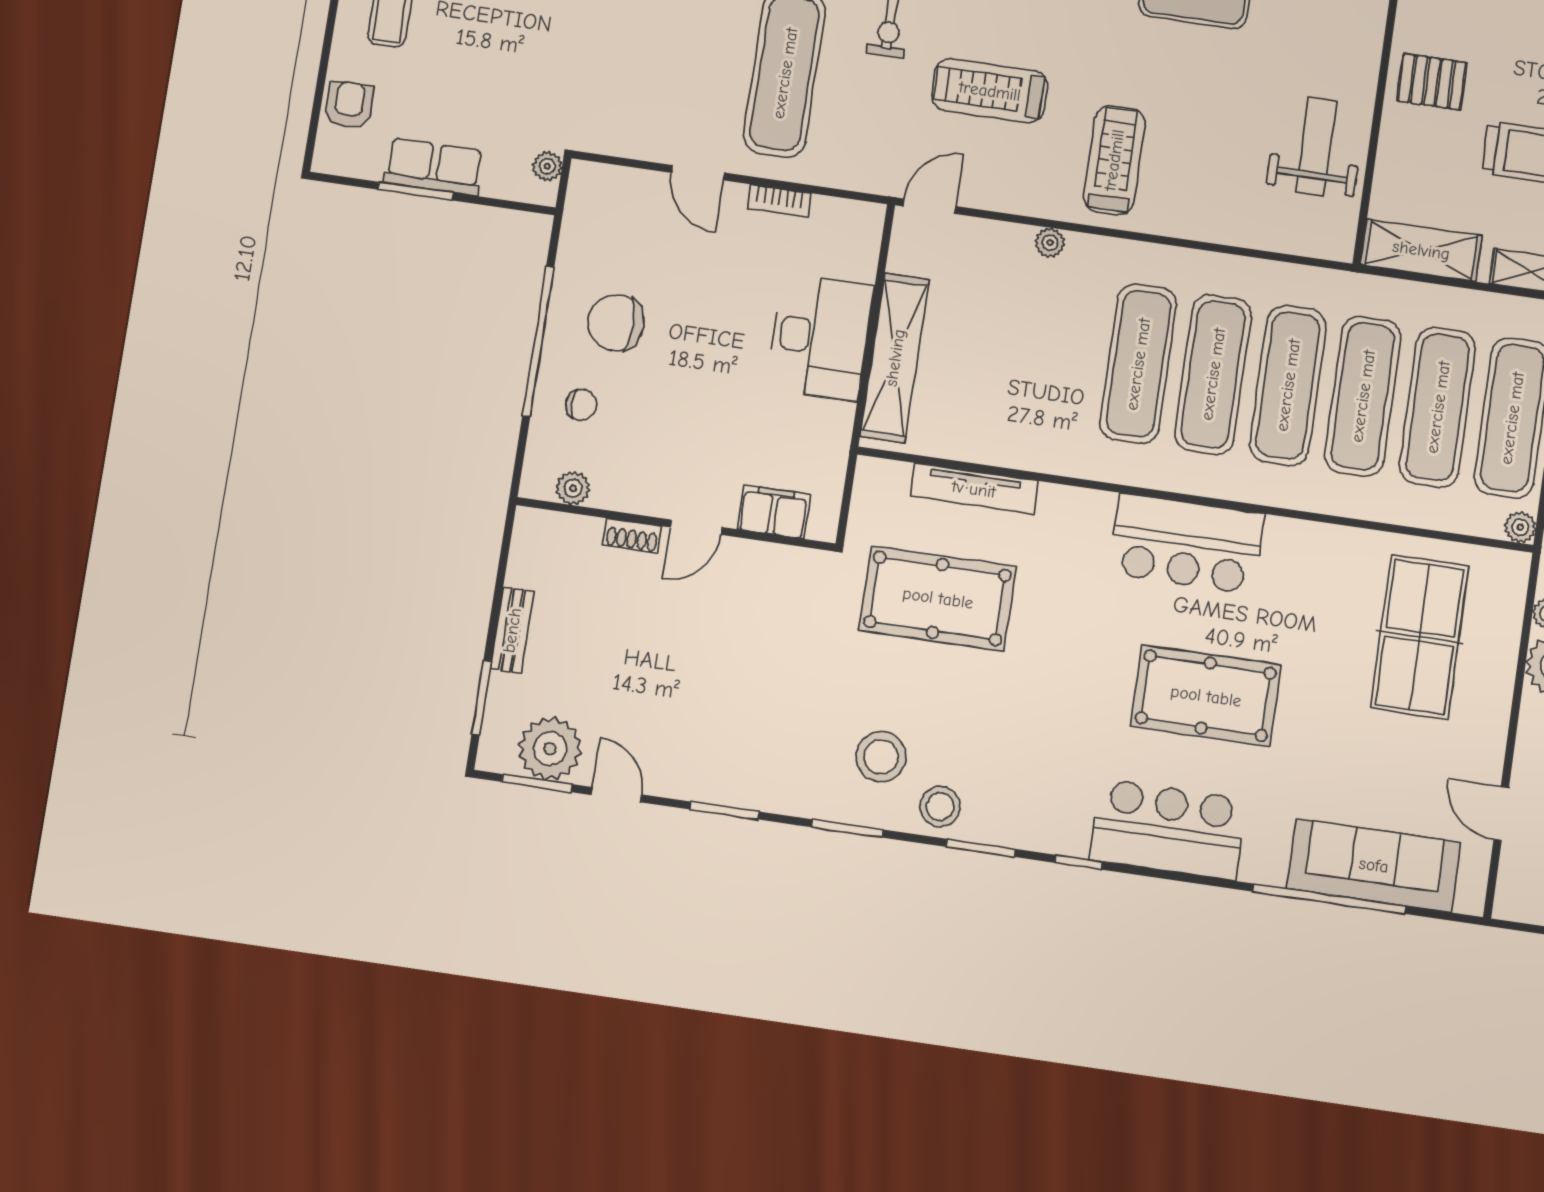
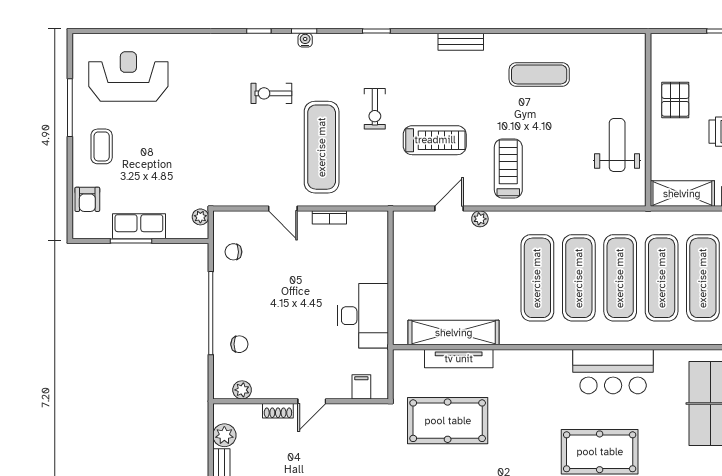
pallet: (1432, 82) -> (675, 100), turned 90
treadmill: (990, 91) -> (435, 140), turned 180
armchair: (349, 105) -> (87, 199), turned 180
door: (929, 206) -> (449, 209), moved
chair: (616, 323) -> (233, 252), moved, width x0.54, depth x0.54
desk: (820, 337) -> (363, 316), moved
shelving: (895, 358) -> (454, 333), moved, turned 90
filing cabinet: (774, 512) -> (361, 387), width x0.50
bar counter: (1187, 544) -> (613, 372), moved
plant: (528, 566) -> (224, 435), added

